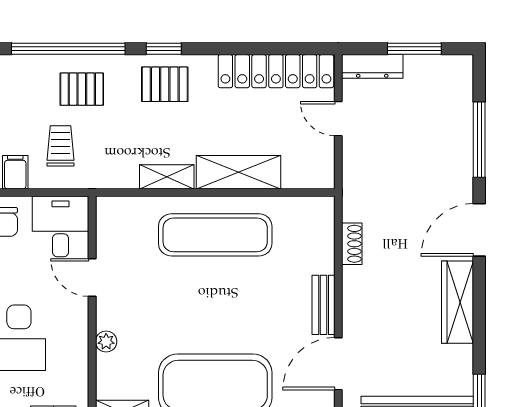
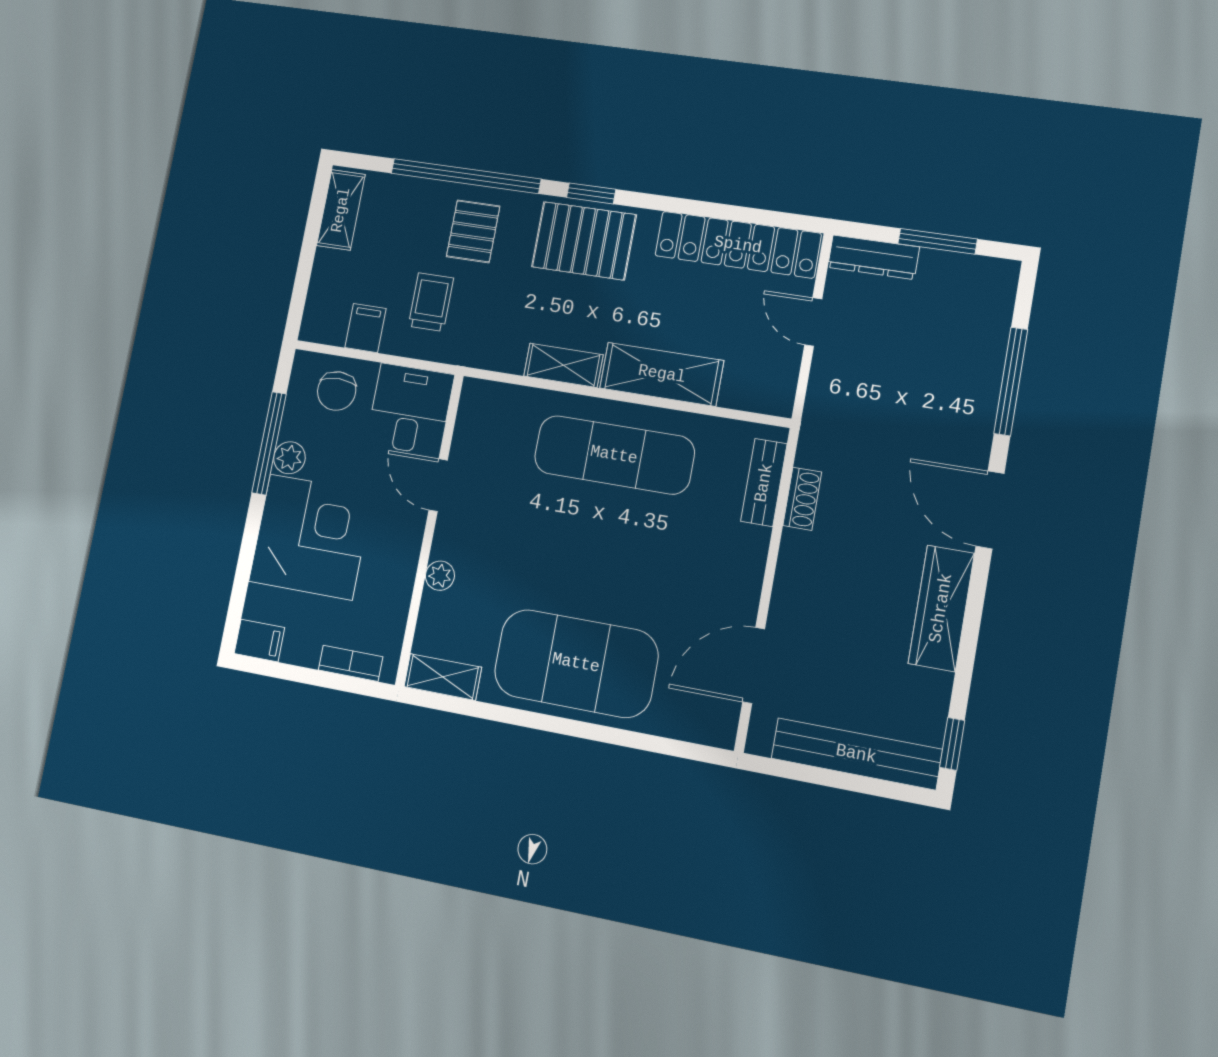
pallet: (165, 84) -> (584, 241), width x1.50, depth x1.42
pallet: (82, 89) -> (473, 231), turned 90
door: (479, 230) -> (990, 510), hinge flipped
bench: (324, 305) -> (764, 483), moved

